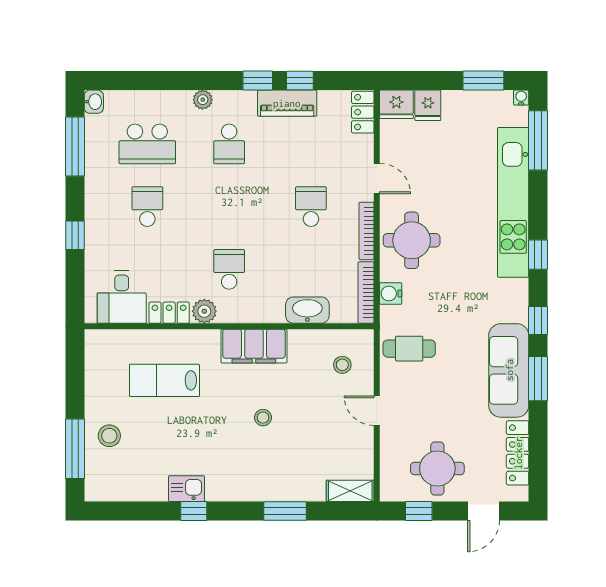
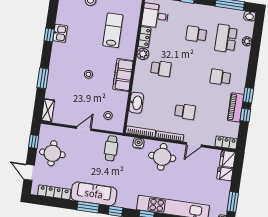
plant: (203, 100) -> (247, 41), moved
school desk: (147, 207) -> (196, 34), turned 180

